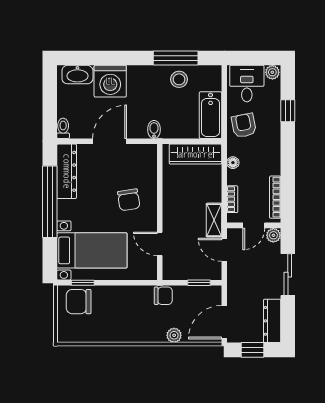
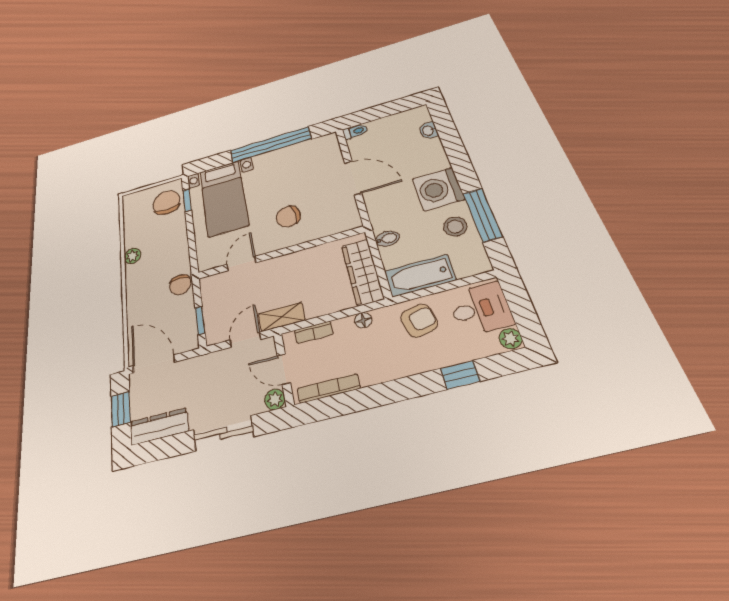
washbasin: (77, 75) -> (428, 131), width x0.52, depth x0.69
washing machine: (110, 81) -> (438, 189), moved
bidet: (154, 129) -> (387, 239), moved
dresser: (67, 171) -> (308, 149), removed
plant: (174, 335) -> (132, 256), moved

